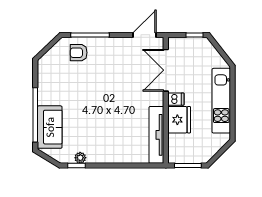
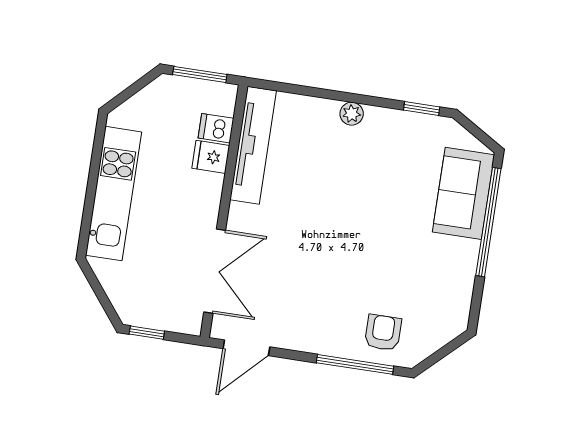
armchair: (79, 53) -> (383, 333), turned -90
dishwasher: (176, 99) -> (216, 128), moved
fridge: (179, 120) -> (211, 157), width x0.53, depth x0.75
plant: (80, 158) -> (352, 114), moved

